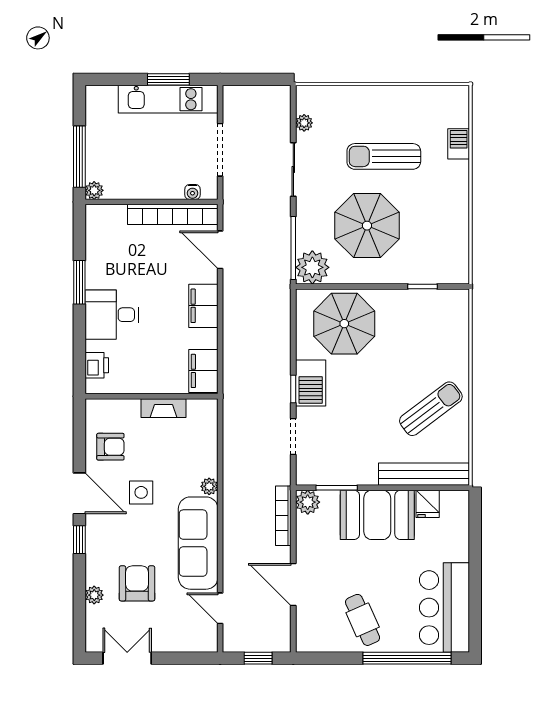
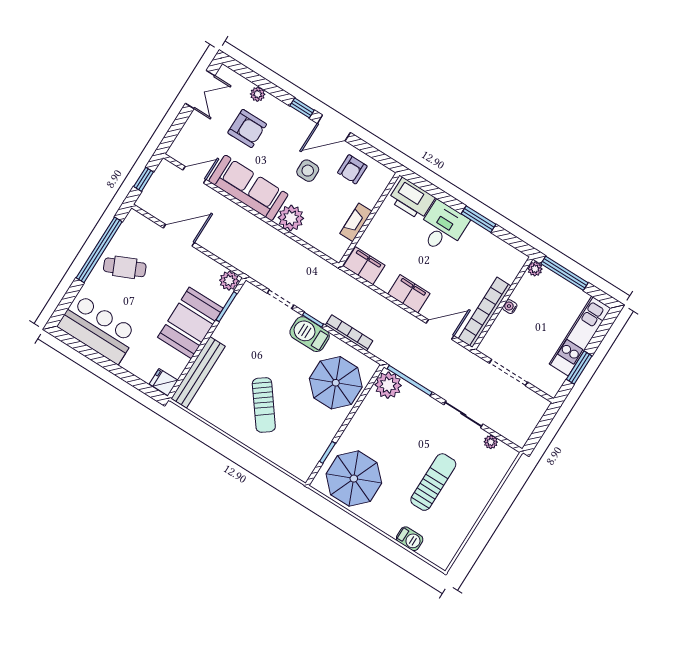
kitchen unit: (168, 99) -> (580, 336), moved
water cooler: (193, 192) -> (510, 307), moved
parasol: (367, 226) -> (354, 479), moved
printer: (97, 365) -> (412, 199), width x1.87, depth x1.48
sun lounger: (431, 409) -> (264, 405), moved
plant: (209, 486) -> (291, 218), width x1.88, depth x1.88
fridge: (428, 504) -> (164, 382), moved
bookcase: (283, 516) -> (349, 333), moved
window: (407, 658) -> (99, 250), moved

